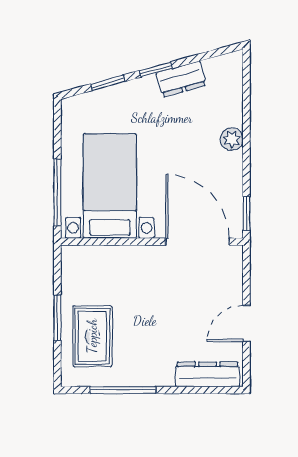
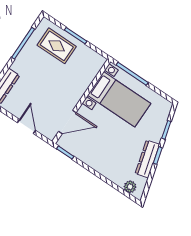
dresser: (181, 79) -> (147, 159), width x1.44
plant: (232, 139) -> (130, 187), moved
door: (198, 242) -> (67, 122), width x0.73
door: (246, 323) -> (26, 126), moved

